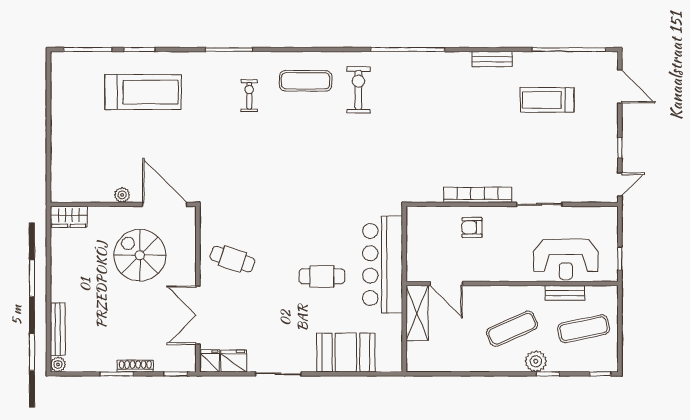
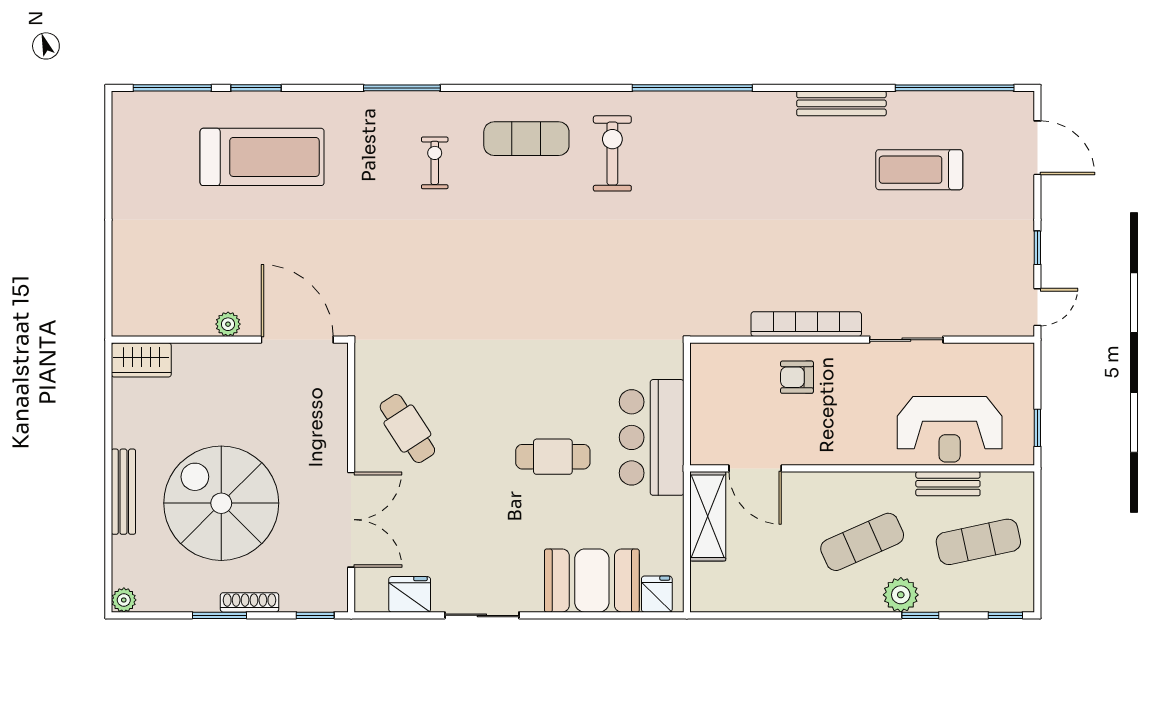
bench: (492, 59) -> (841, 103), width x1.36
spiral stairs: (140, 255) -> (221, 503), moved, width x1.37, depth x1.37
cafe table: (232, 259) -> (407, 429), turned 39
bar counter: (383, 264) -> (652, 437), width x0.73
double door: (198, 315) -> (351, 520), swing flipped
bench: (58, 329) -> (123, 492), moved
fridge: (210, 361) -> (657, 594), moved

